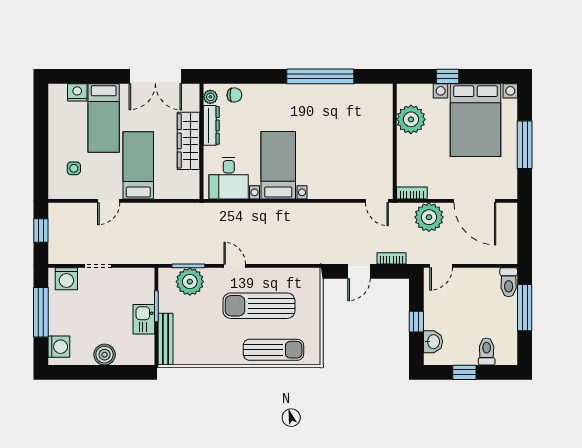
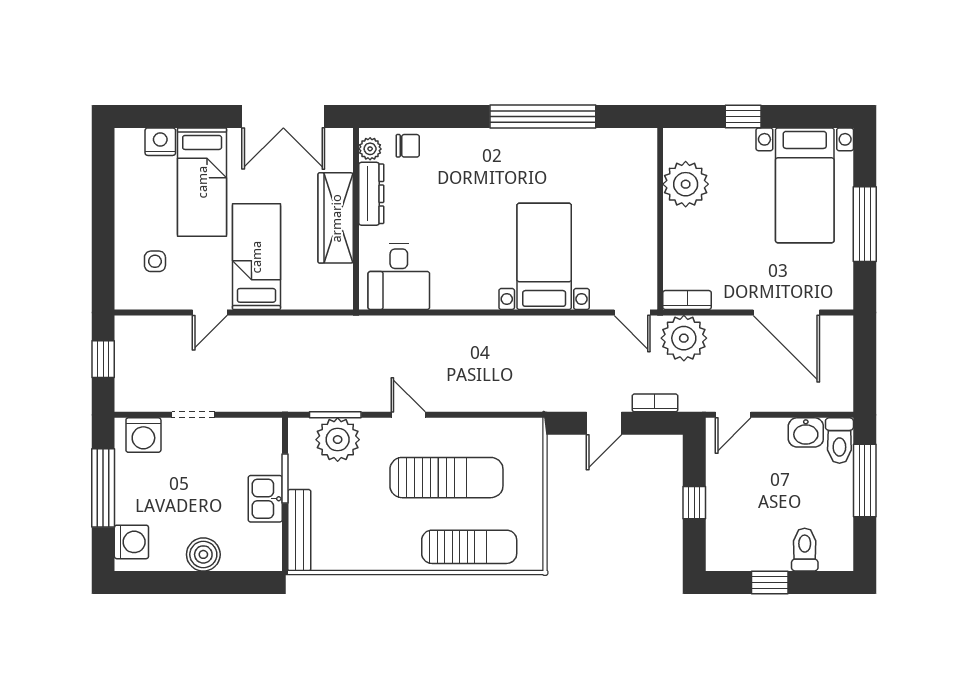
bed with nightstands: (475, 120) -> (805, 185), width x0.73
bed with nightstands: (278, 165) -> (544, 256), moved
plant: (429, 217) -> (684, 338), moved
sun lounger: (259, 306) -> (446, 478), turned 180
washbasin: (433, 342) -> (806, 432), moved, turned 90

